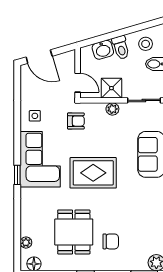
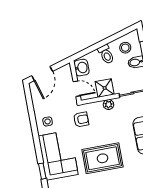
washbasin: (103, 50) -> (82, 68), moved, turned -74
door: (39, 57) -> (42, 74), hinge flipped

